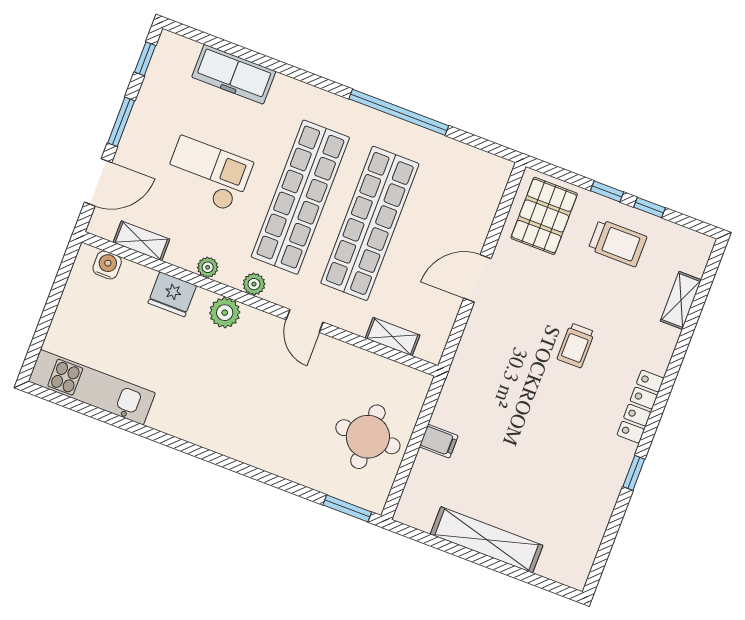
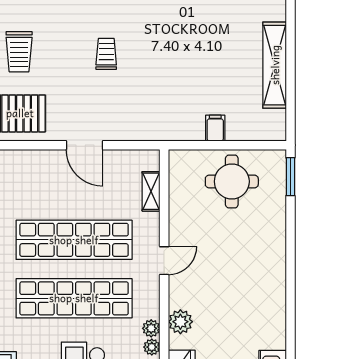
trolley: (618, 243) -> (19, 52), turned 180
plant: (254, 284) -> (151, 328), moved
trolley: (576, 345) -> (106, 54), turned -90

